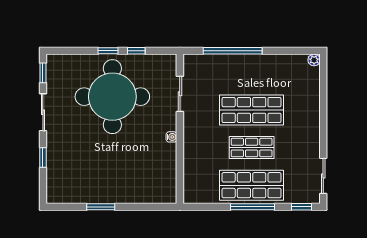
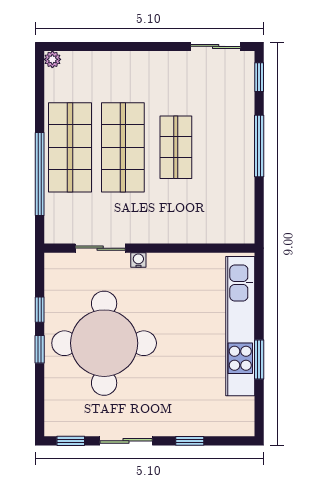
water cooler: (171, 137) -> (138, 260), moved
shop shelf: (252, 185) -> (70, 147), moved
kitchen unit: (124, 193) -> (240, 326), added

